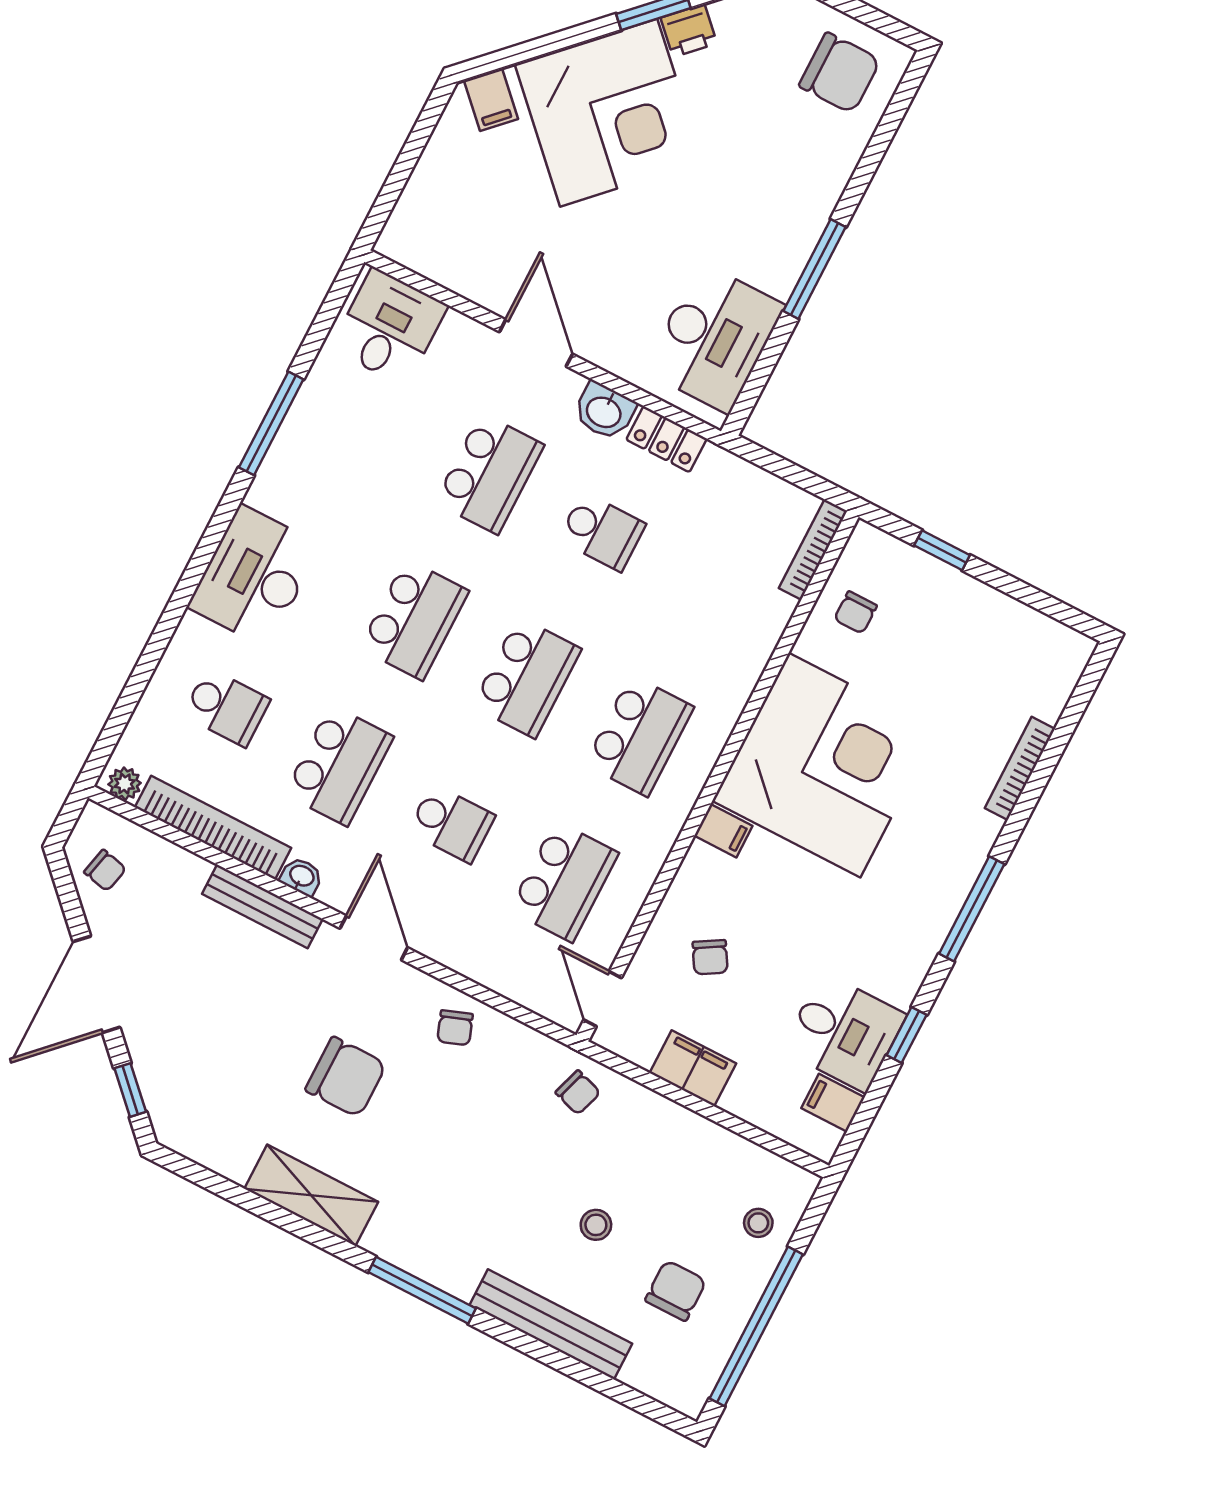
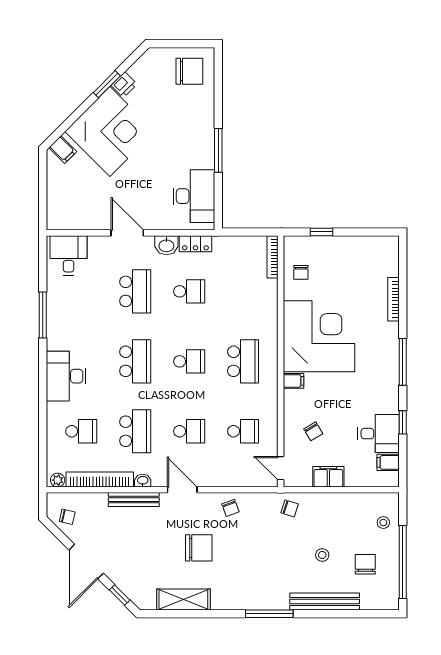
school desk: (527, 678) -> (189, 361), width x0.54
school desk: (564, 882) -> (243, 431), width x0.54
shelving: (311, 1195) -> (183, 599), moved

